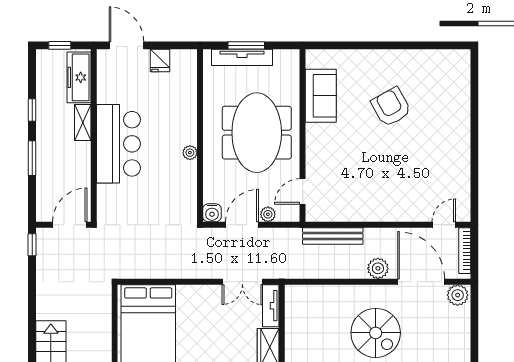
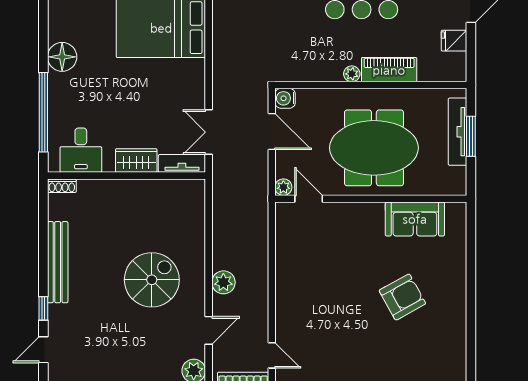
piano: (186, 119) -> (389, 70), added
plant: (268, 214) -> (283, 187), moved
bench: (333, 236) -> (259, 232), removed
door: (421, 282) -> (209, 330), width x0.53
spiral stairs: (376, 333) -> (152, 280), turned 180

